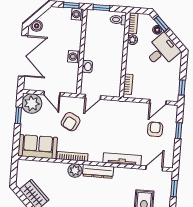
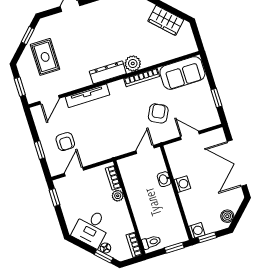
boiler: (37, 26) -> (227, 216), moved
plant: (132, 40) -> (118, 196), moved
plant: (32, 104) -> (207, 116), removed

